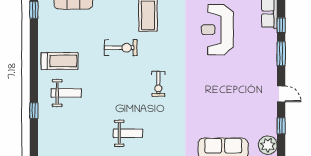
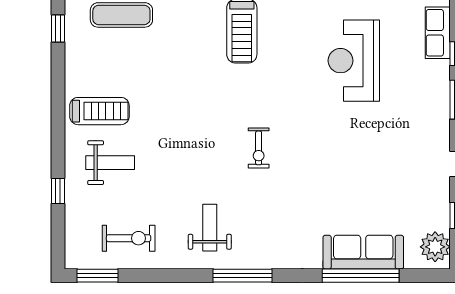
exercise bike: (121, 48) -> (129, 238), moved
weight bench: (128, 133) -> (210, 228), turned -90

